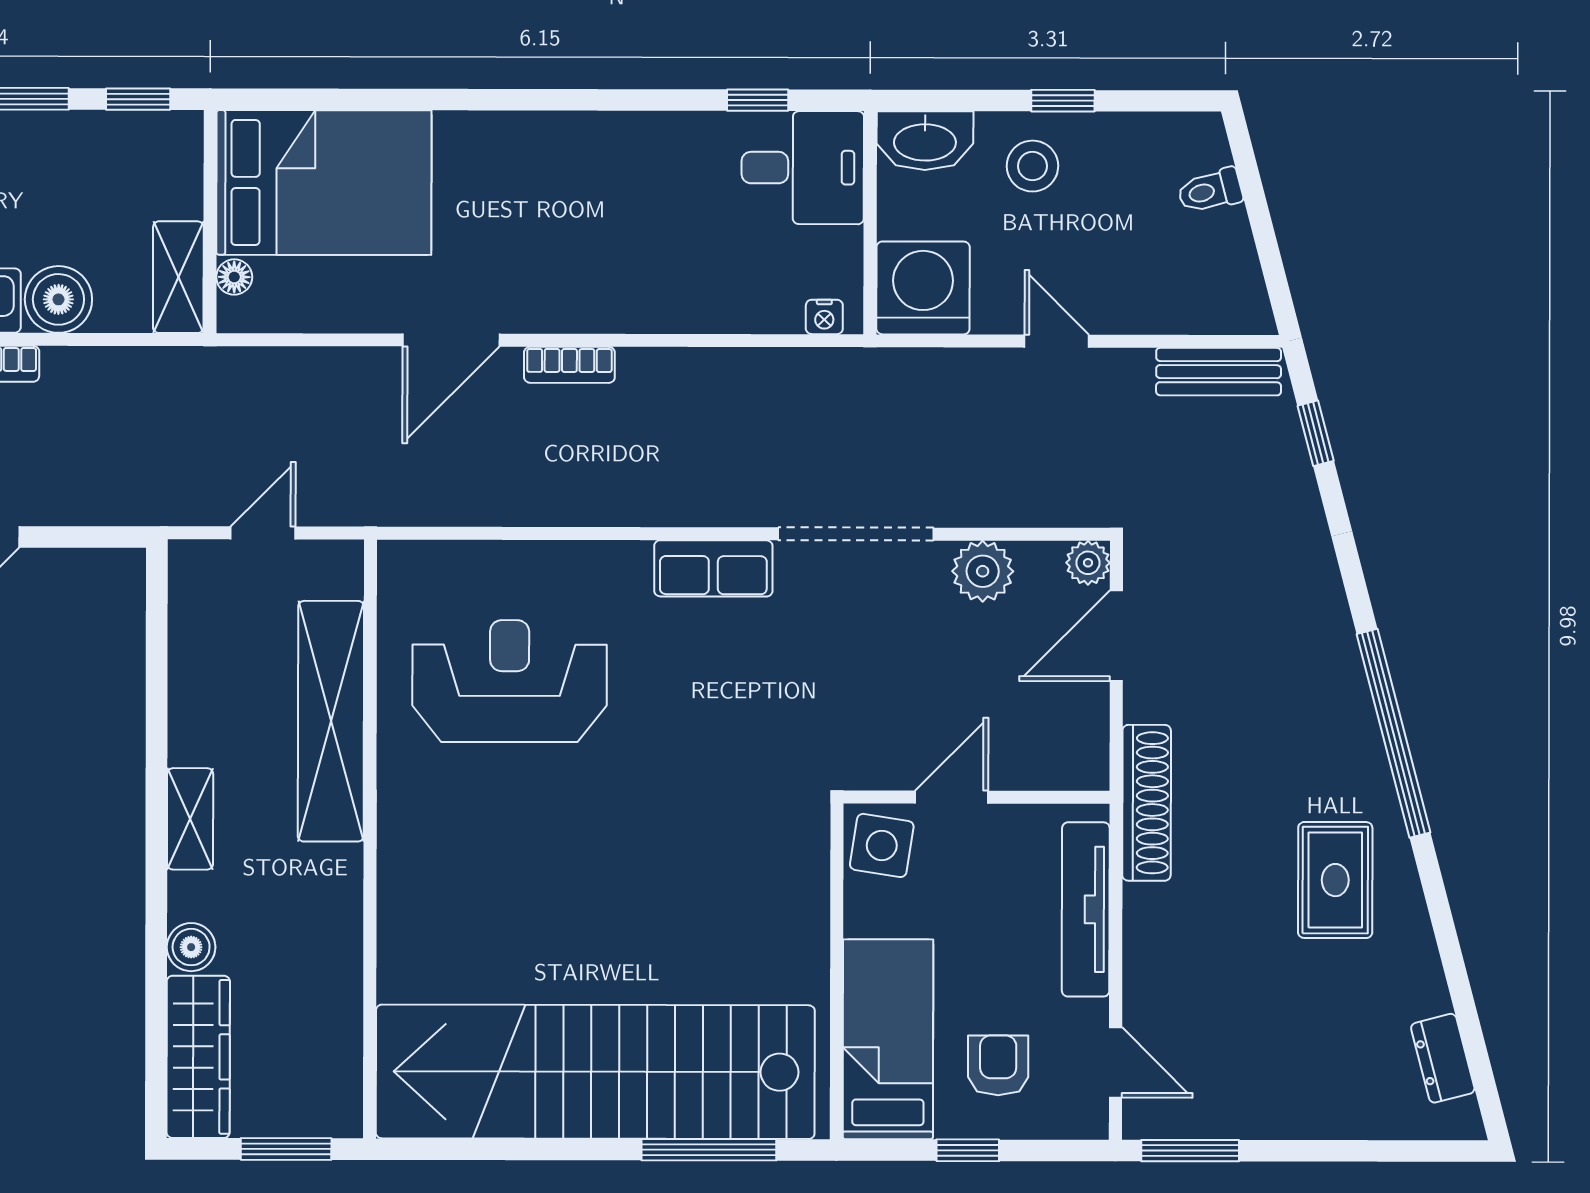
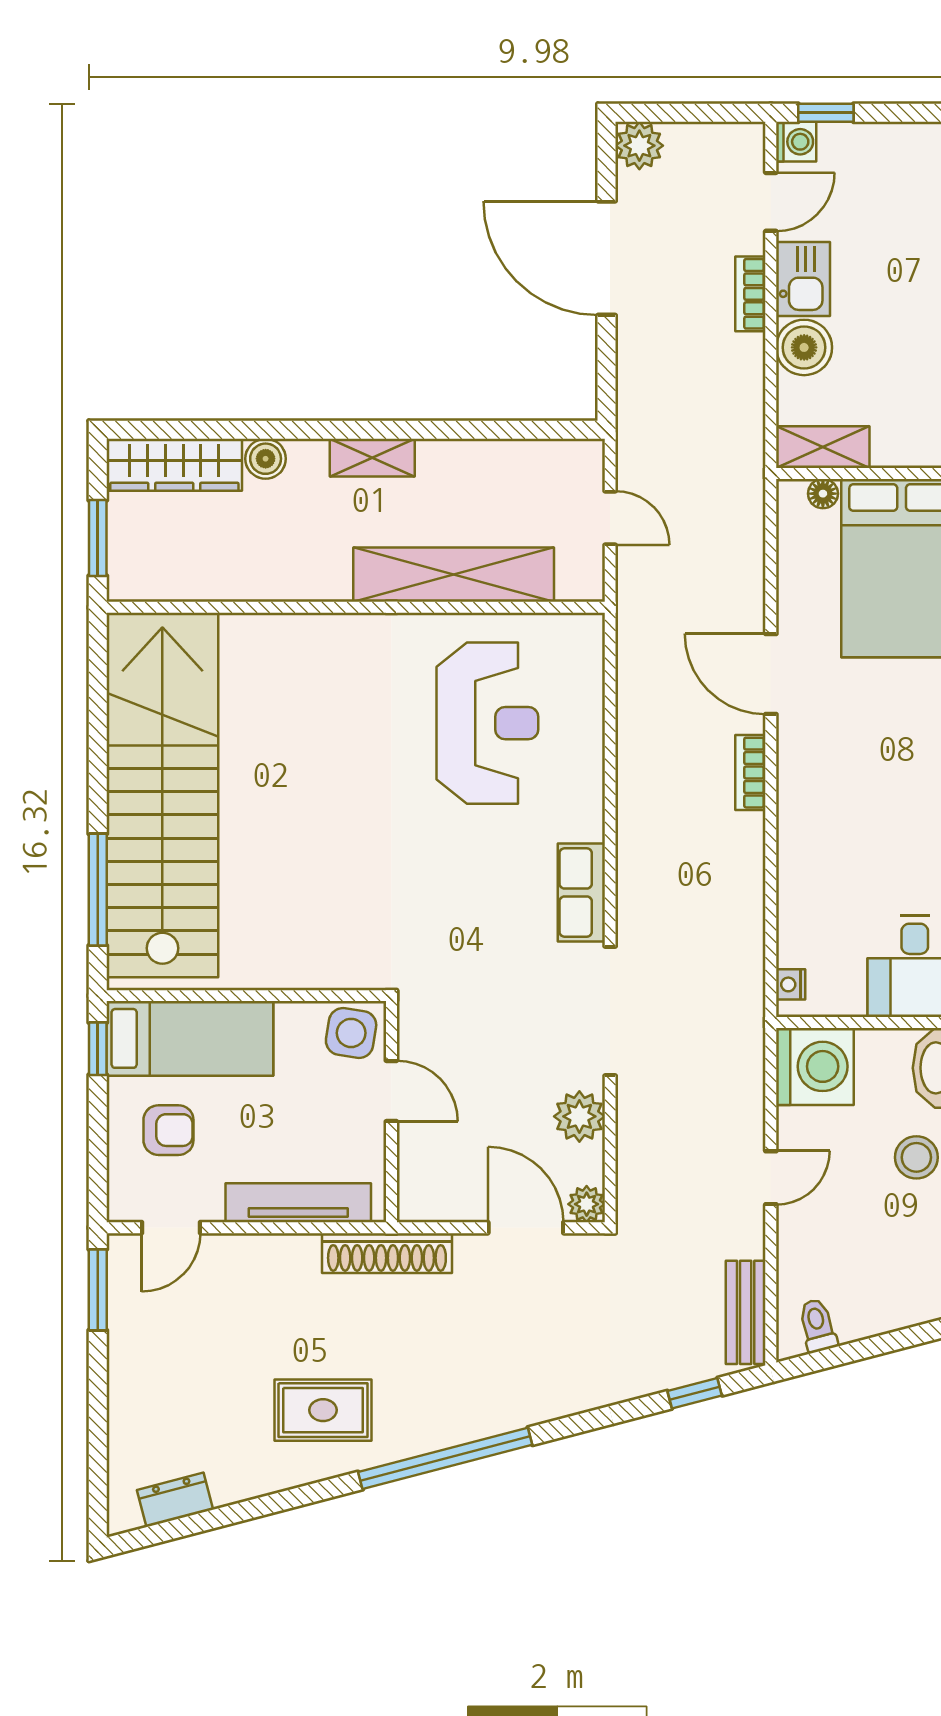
toilet: (1210, 191) -> (818, 1326), moved
window: (968, 1150) -> (98, 1049), moved

